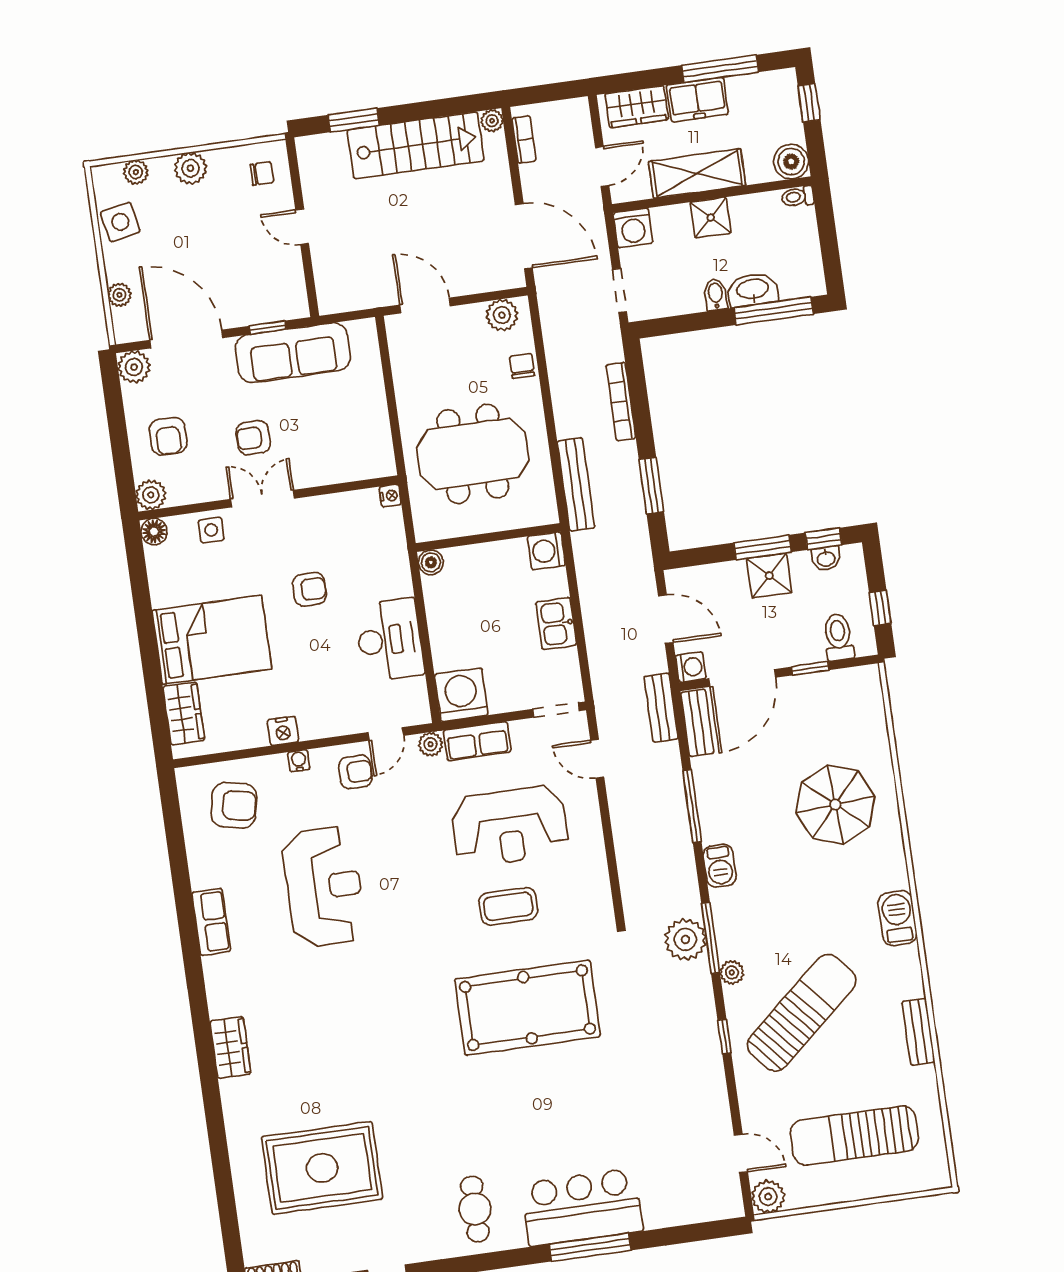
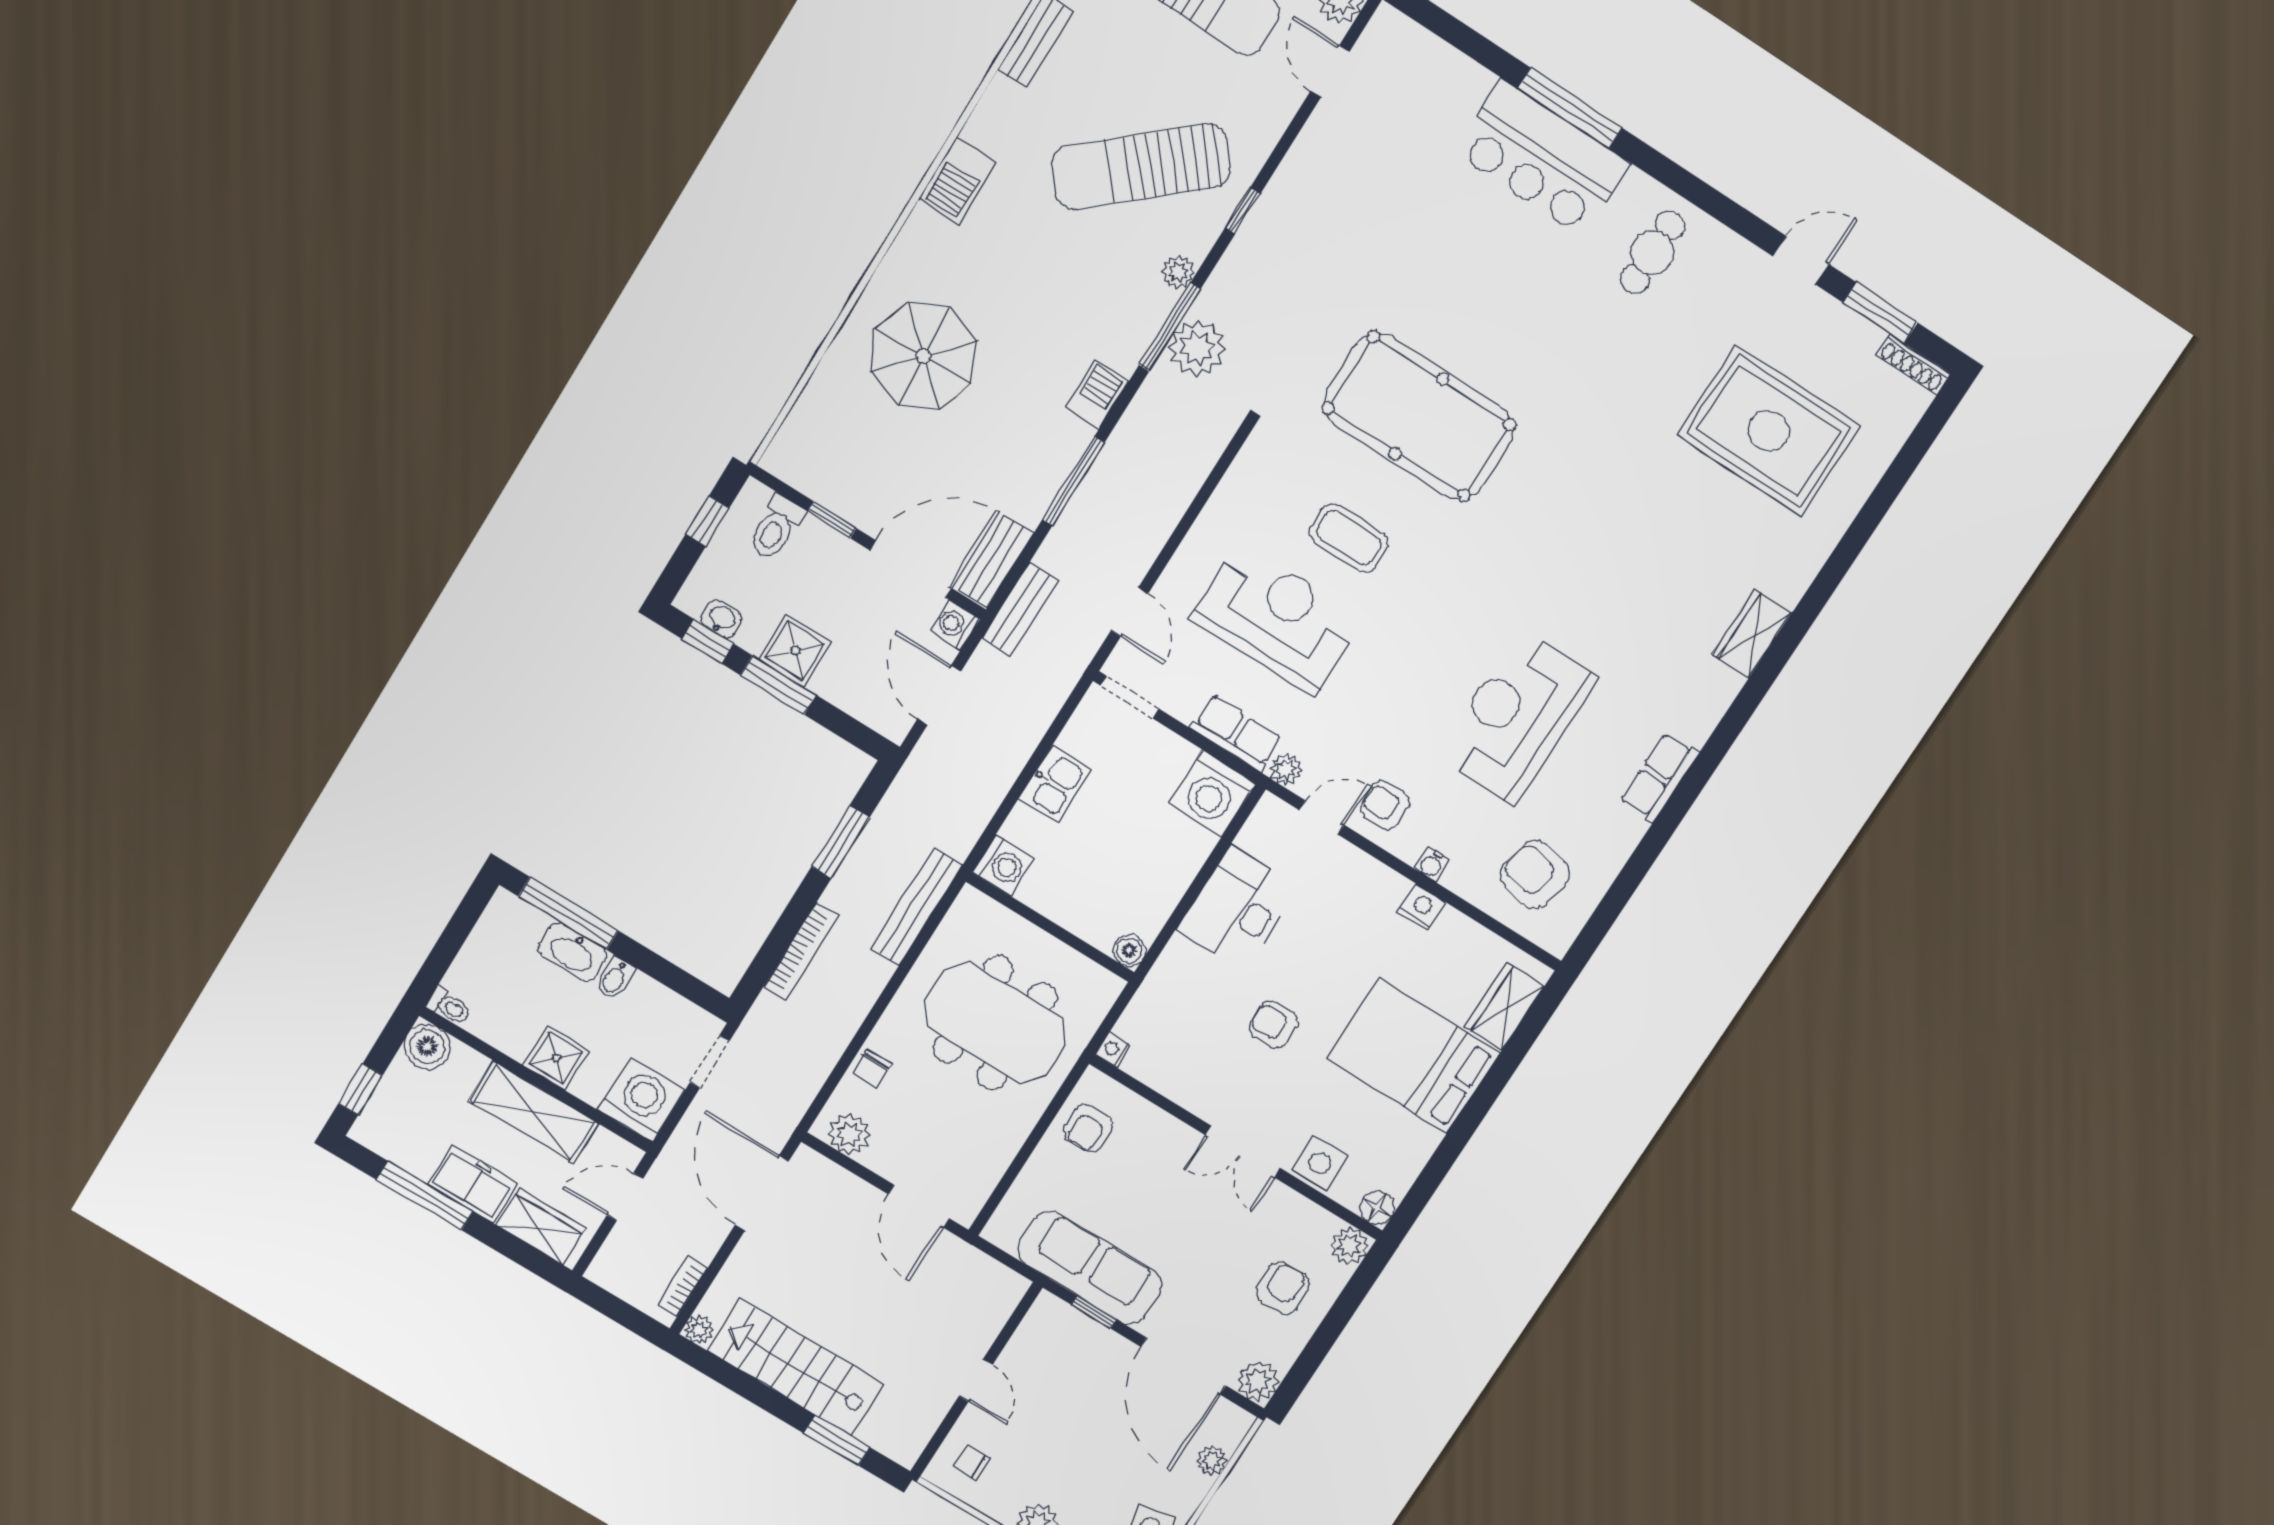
washing machine: (633, 228) -> (641, 1100), width x1.37, depth x1.37
armchair: (253, 438) -> (1088, 1128), moved, turned 90
side table: (211, 530) -> (1320, 1163), width x1.37, depth x1.37

